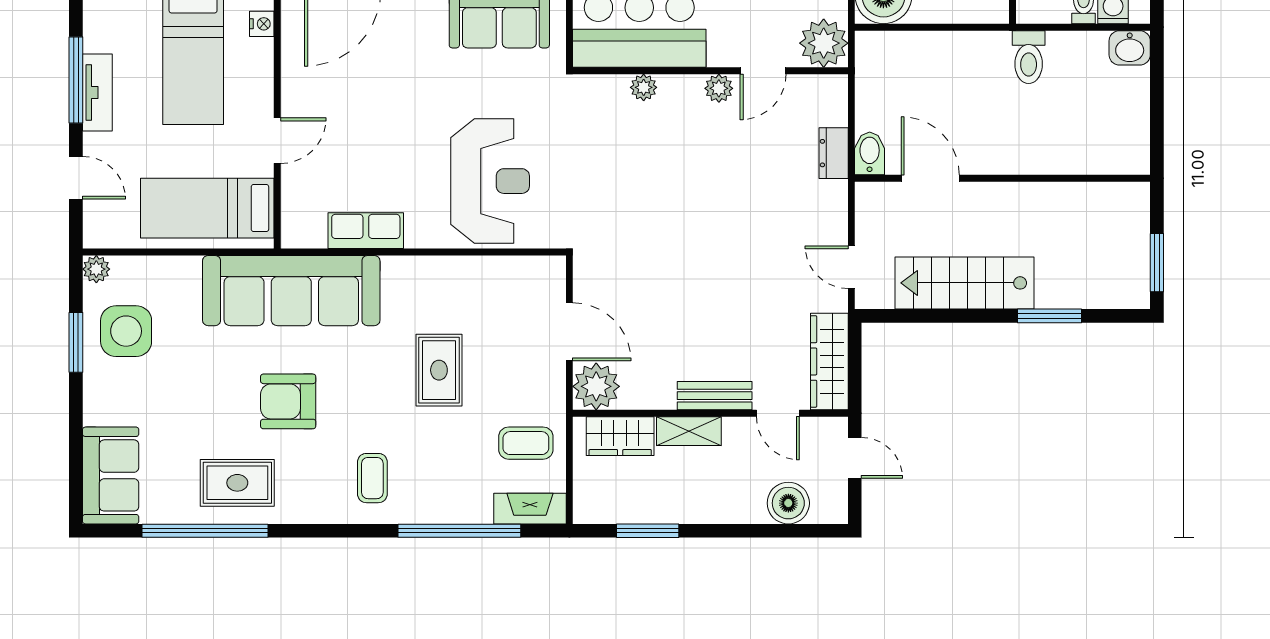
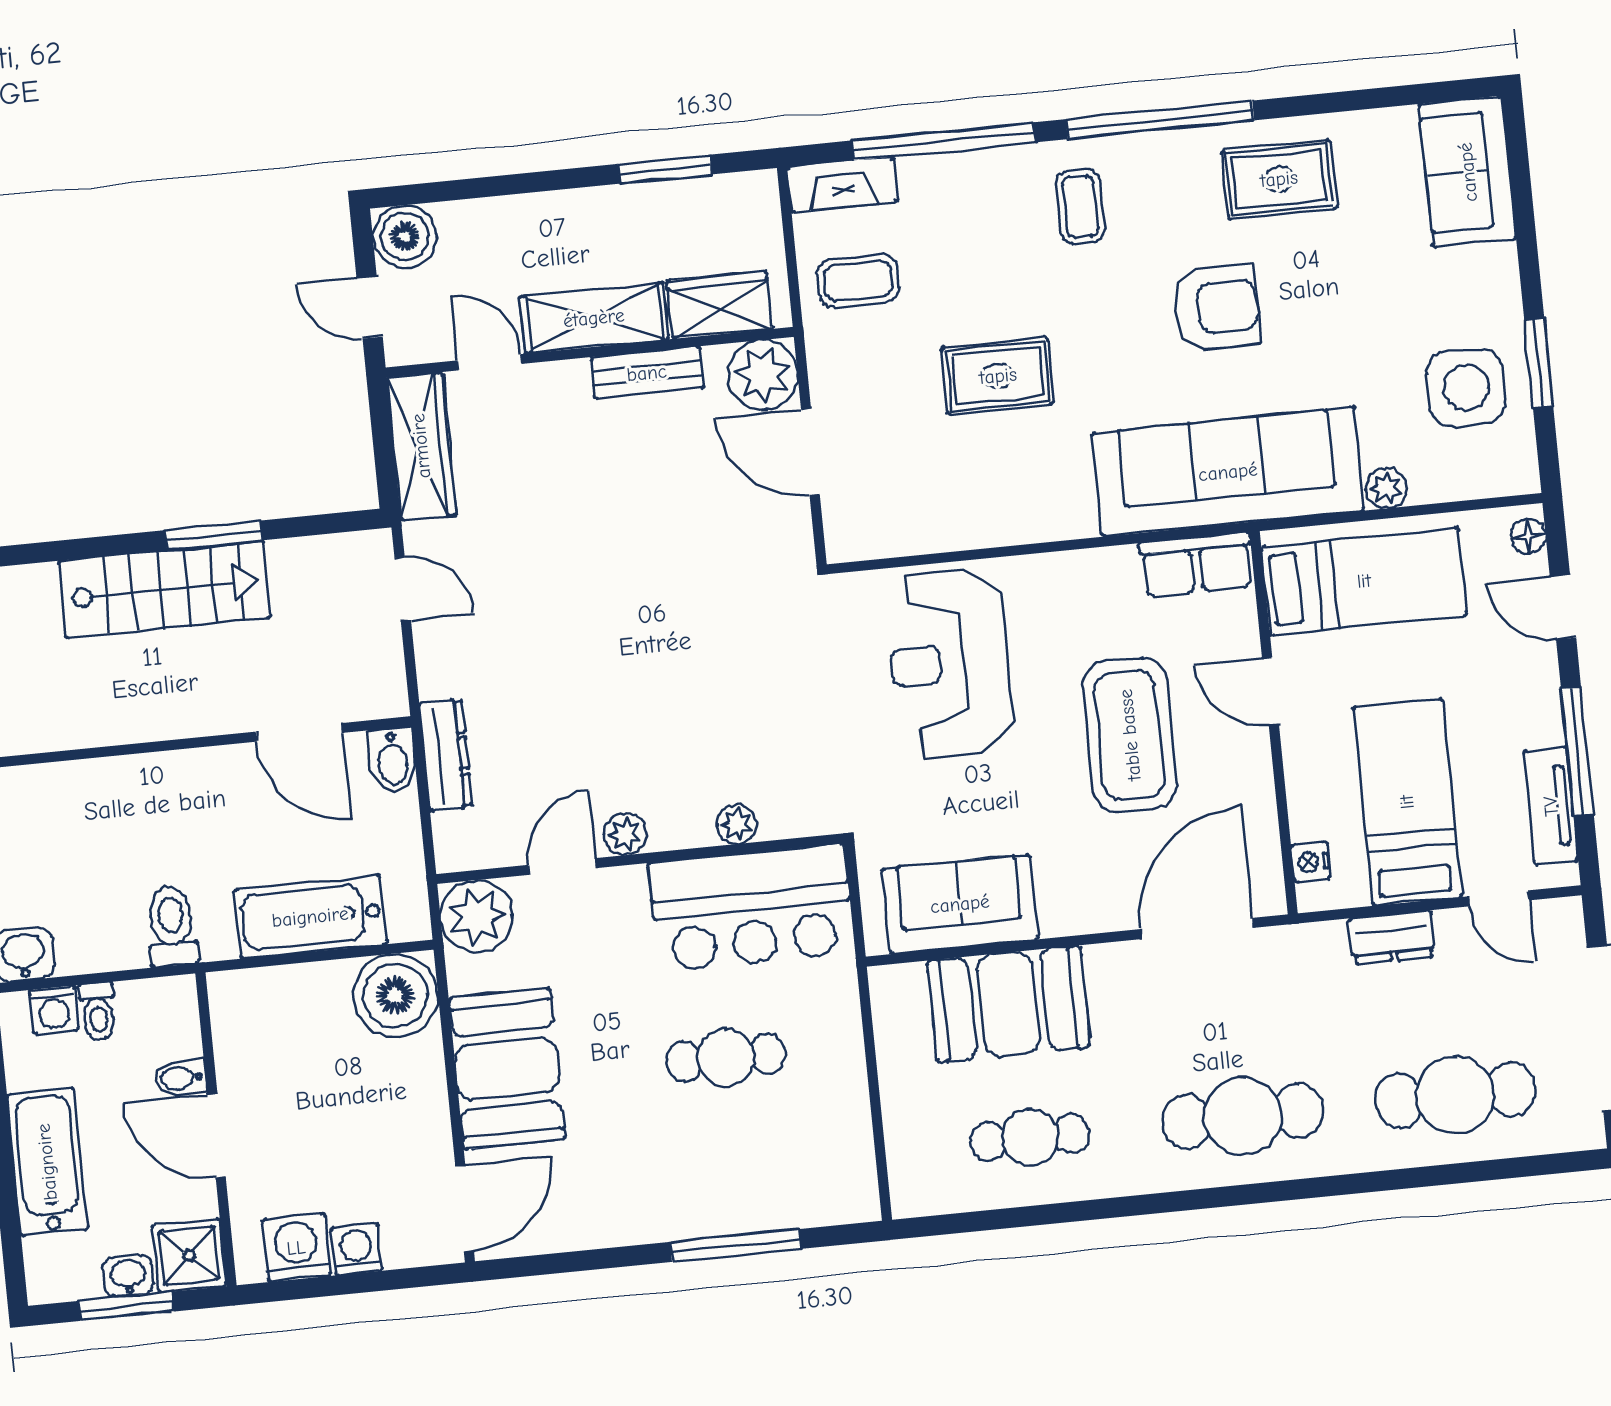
bathtub: (935, 54) -> (310, 917), added
tv unit: (97, 92) -> (1551, 806), moved
coffee table: (375, 121) -> (1130, 735), added
door: (277, 141) -> (1271, 691), hinge flipped
dresser: (834, 153) -> (446, 755), width x1.44
floor lamp: (94, 227) -> (1528, 536), added
row of seats: (366, 231) -> (1197, 564), moved
plant: (96, 269) -> (1386, 488), moved
stairs: (965, 283) -> (164, 589), moved
window: (1049, 316) -> (214, 535), moved
rug: (439, 370) -> (998, 376), turned 90
bench: (715, 396) -> (647, 373), moved
shelving: (689, 431) -> (594, 318), width x1.50, depth x1.33
boiler: (788, 503) -> (405, 237), moved
window: (205, 531) -> (1160, 120), moved

